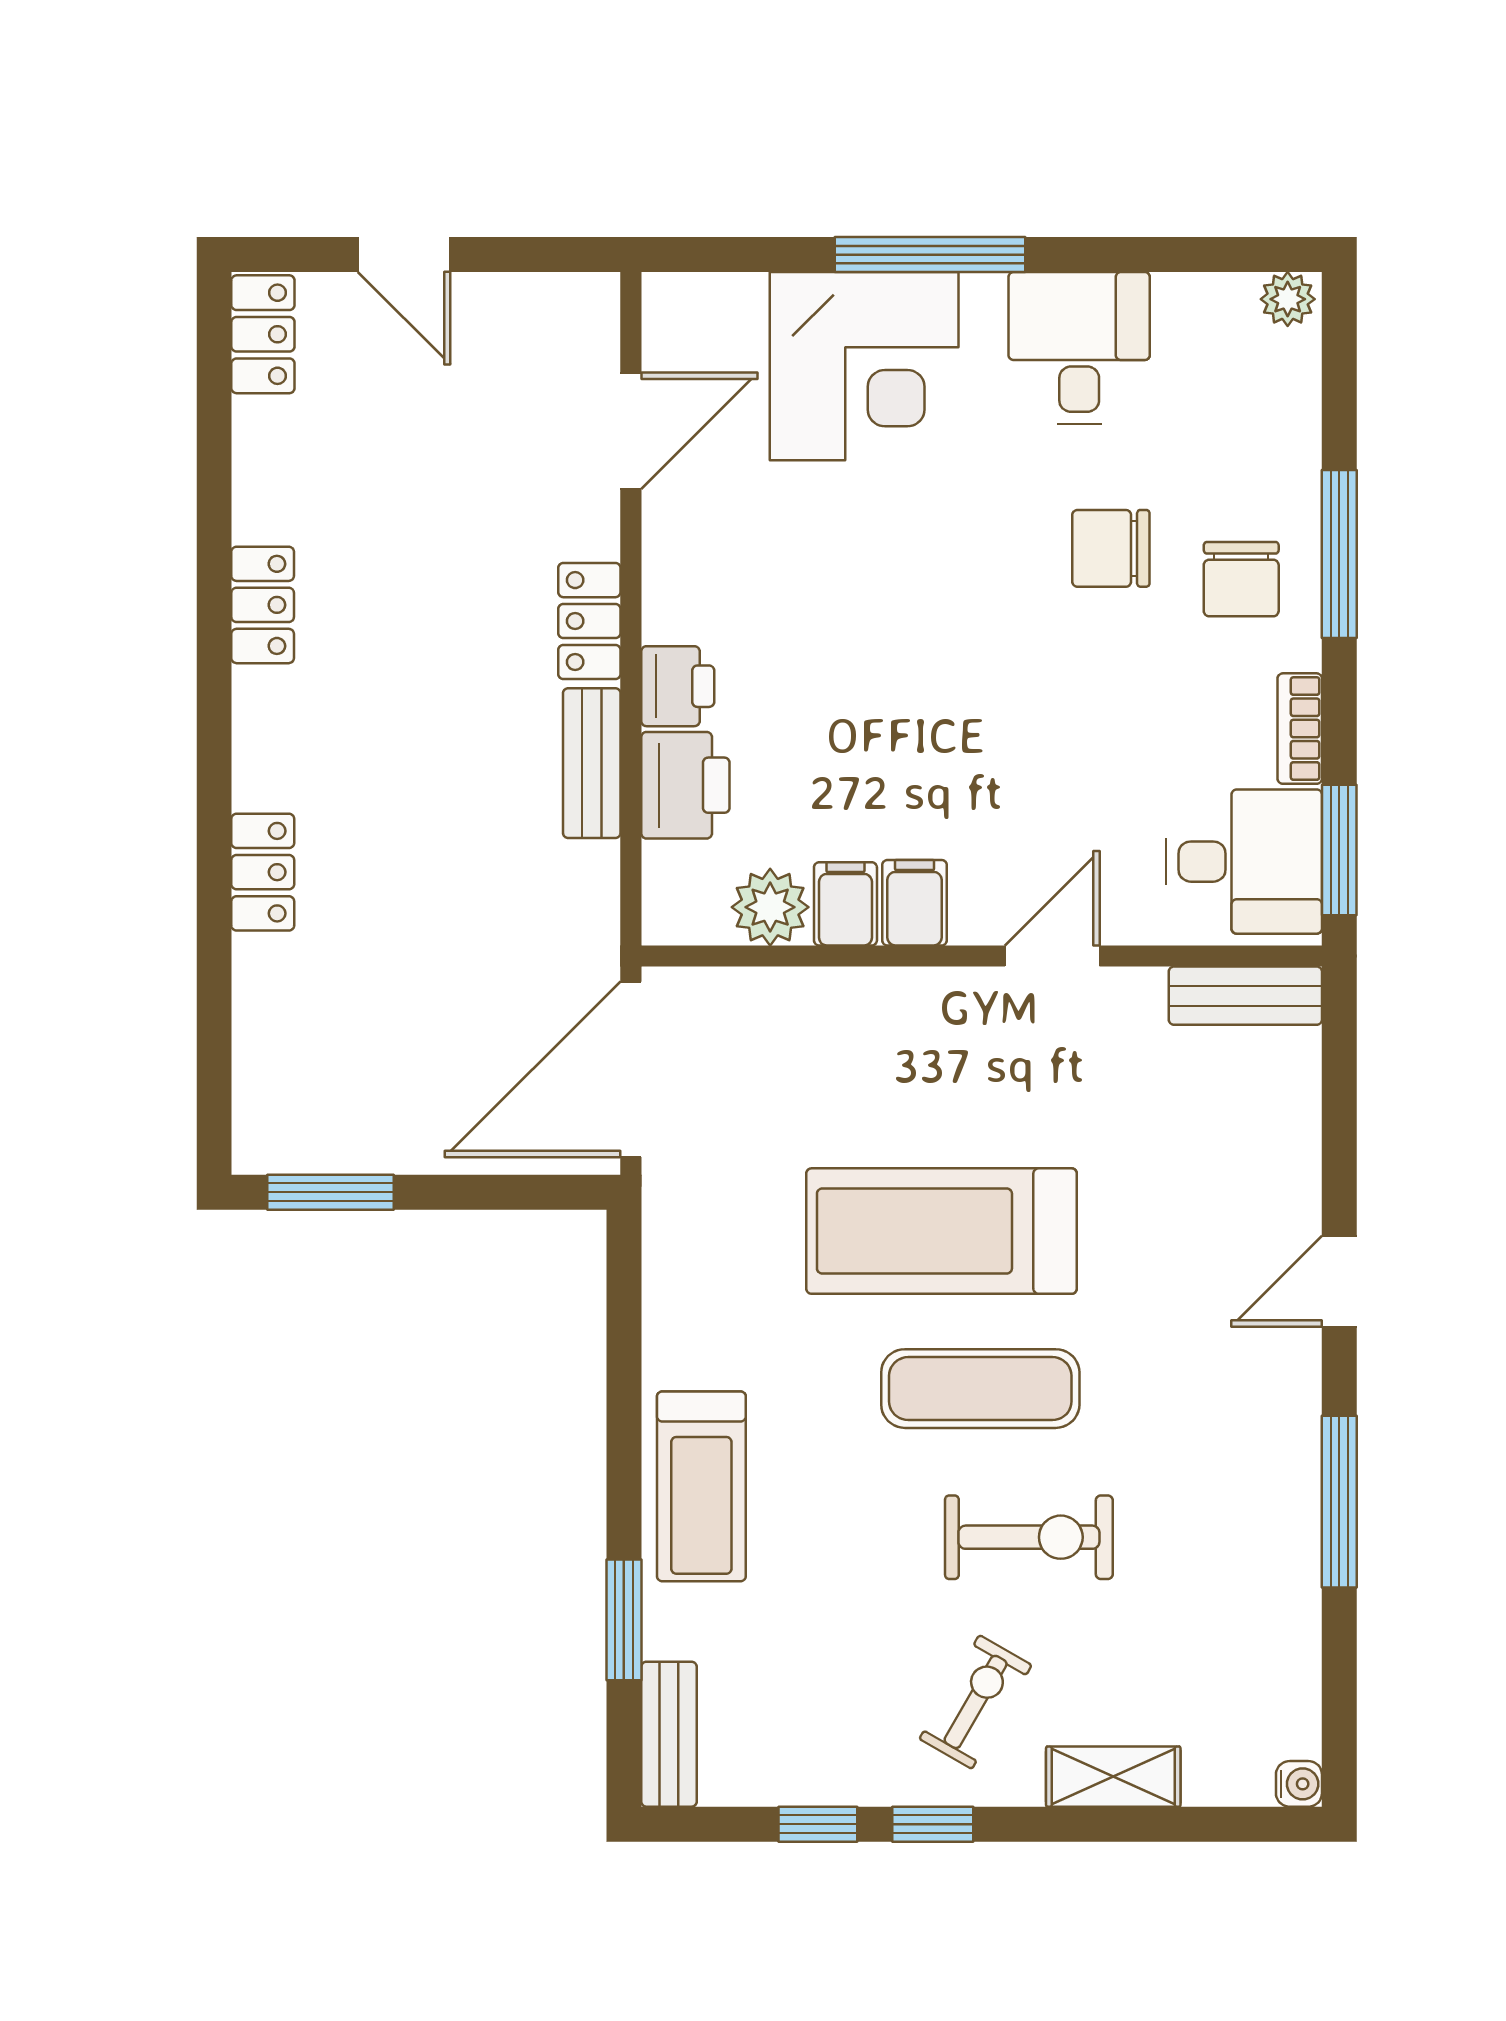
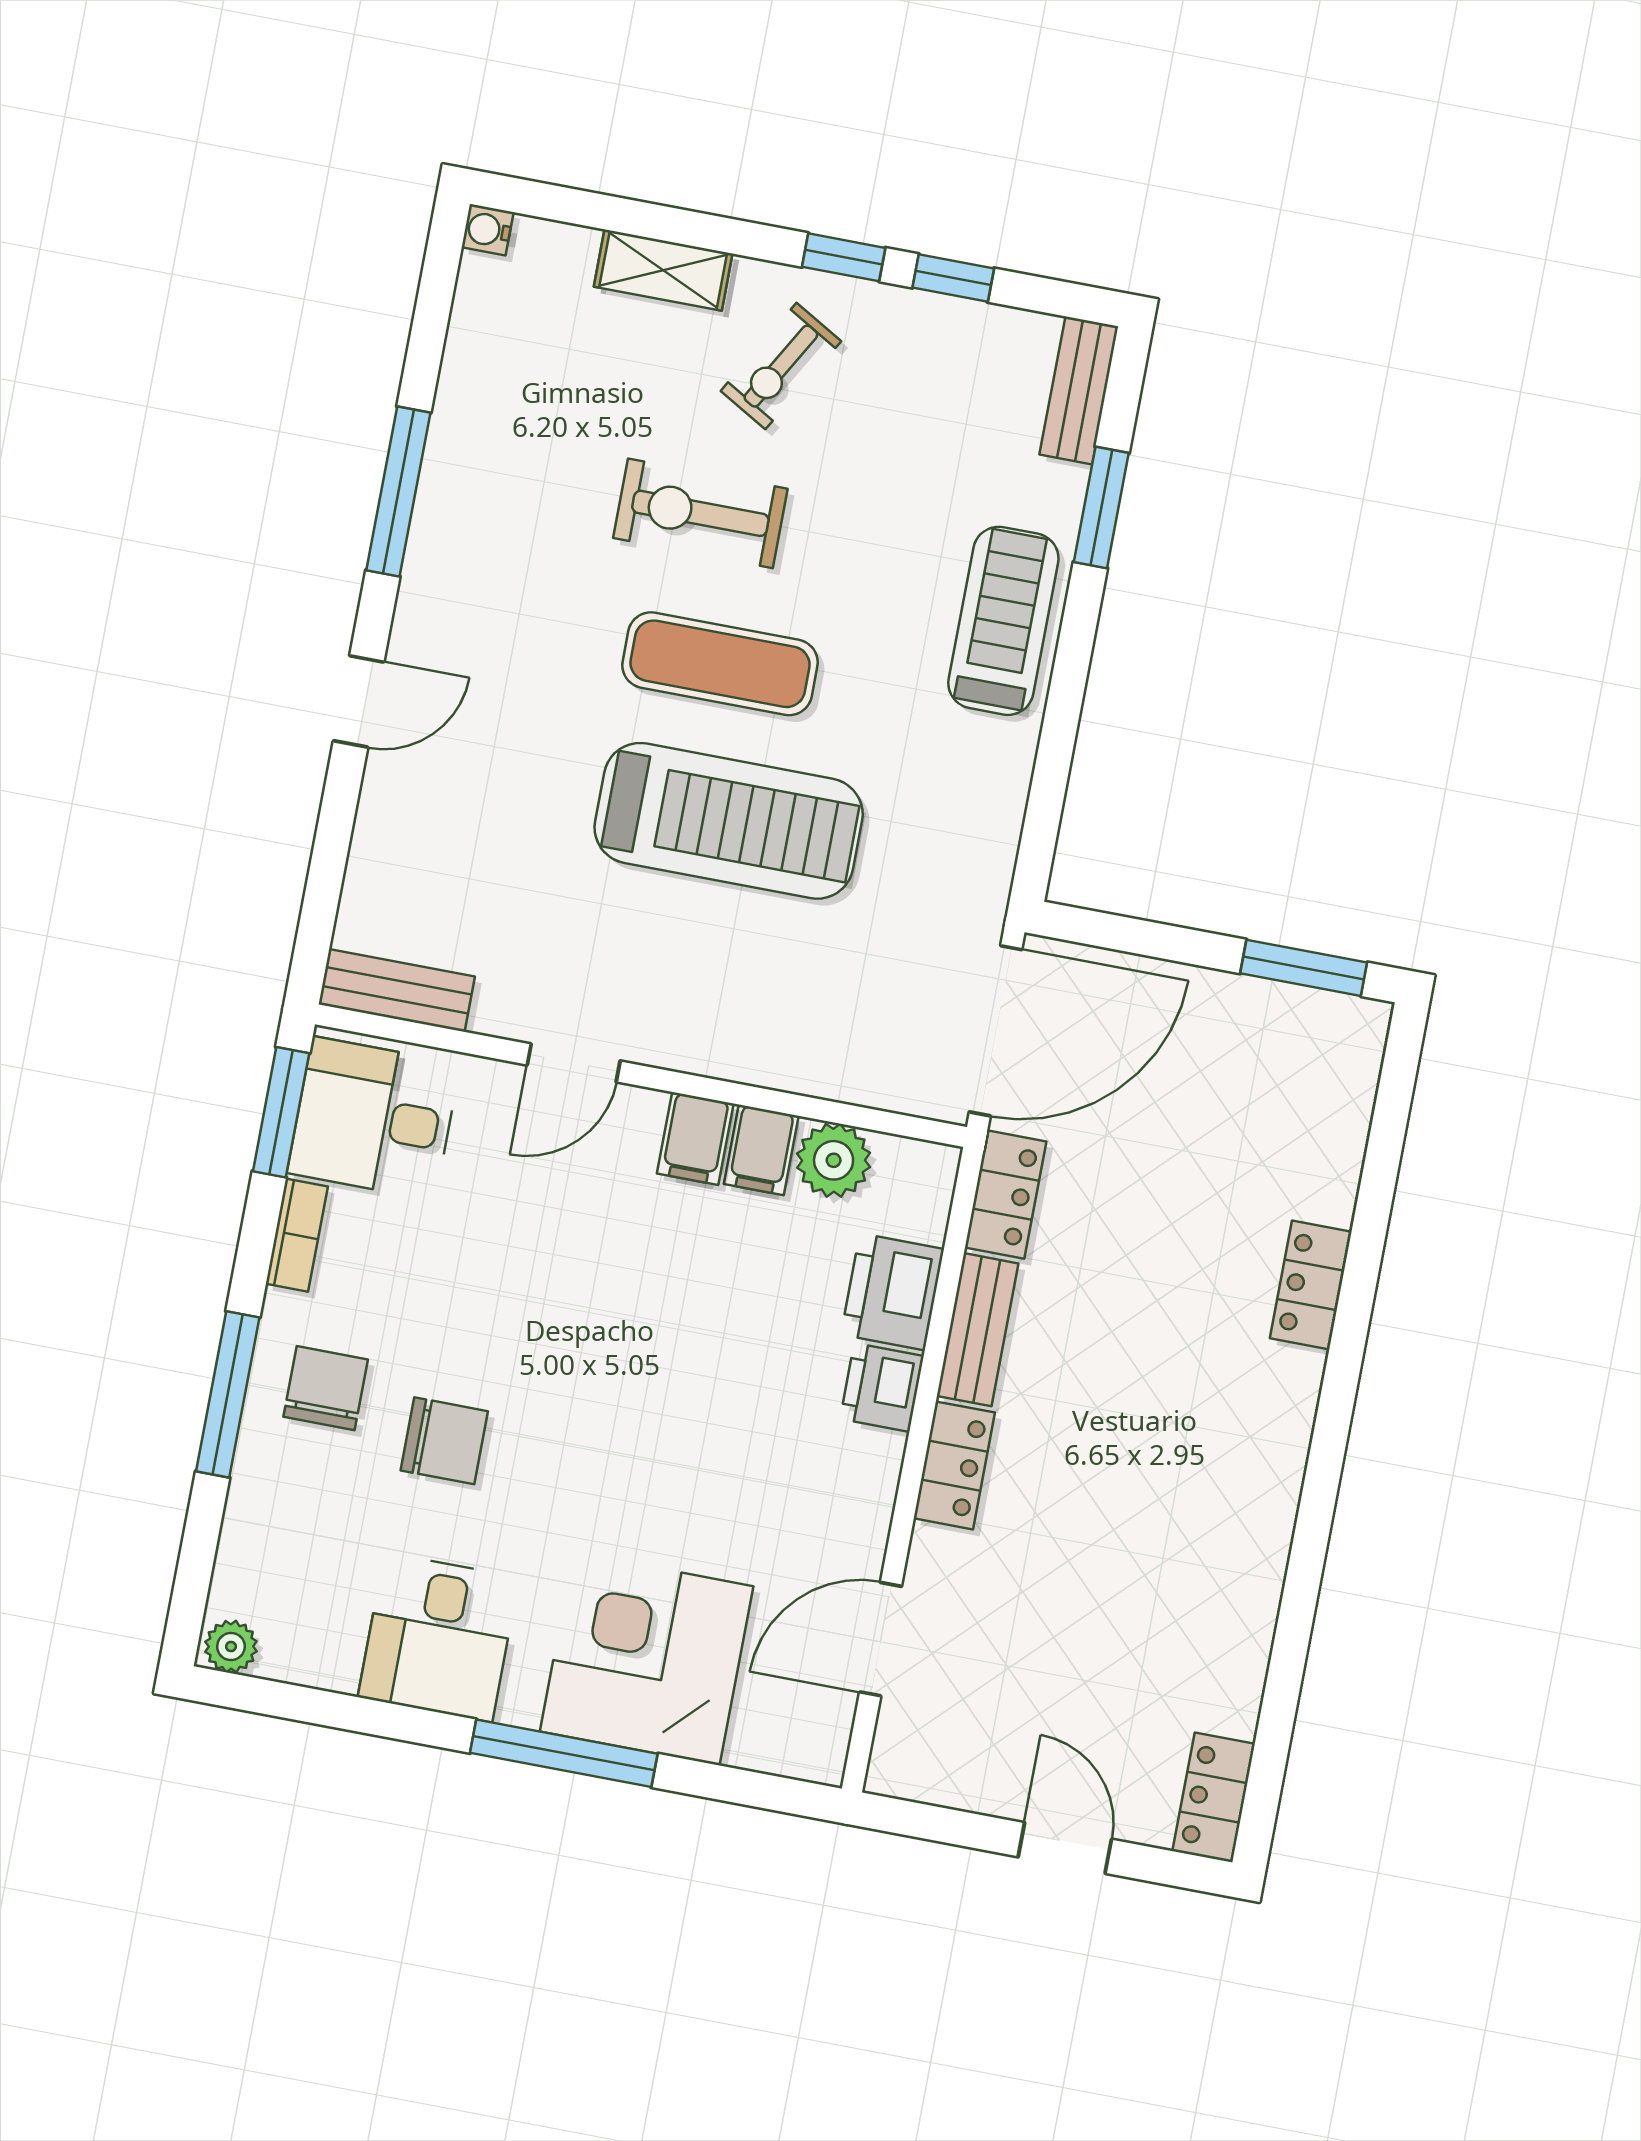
locker: (263, 605) -> (1006, 1195), moved, turned 180

